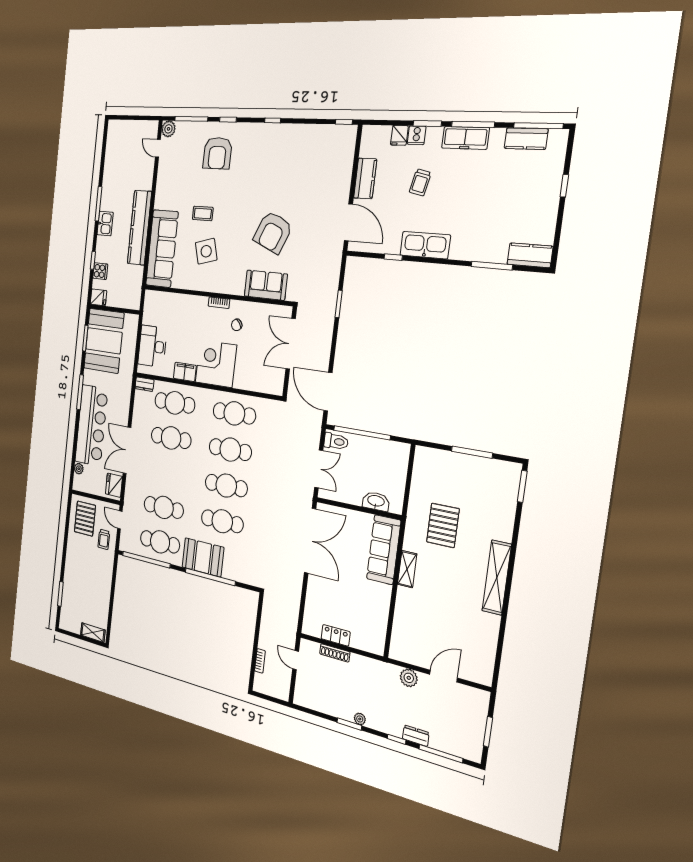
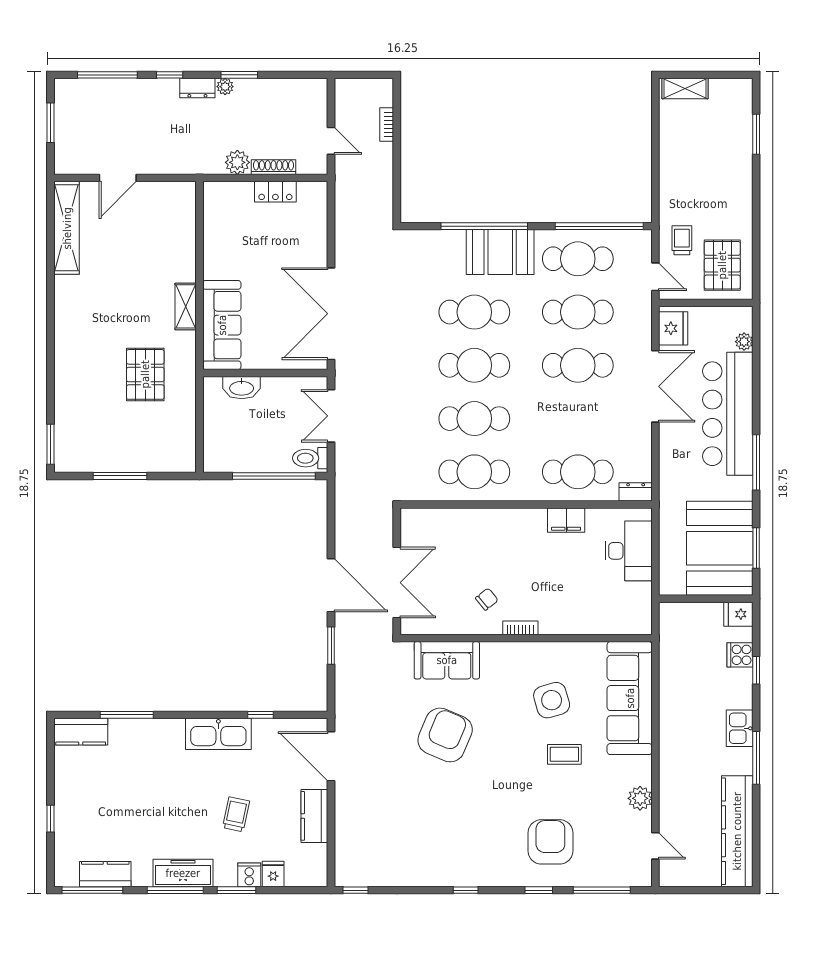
plant: (168, 129) -> (640, 798), moved
kitchen counter: (139, 228) -> (737, 831), moved, turned 180
corner desk: (216, 364) -> (514, 539), removed
door: (328, 392) -> (331, 585), moved
cafe table: (171, 438) -> (578, 365), moved
shelving: (497, 578) -> (67, 228), moved
plant: (409, 678) -> (237, 162), moved
dresser: (416, 736) -> (197, 88), moved

